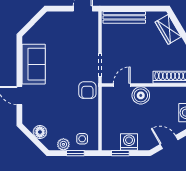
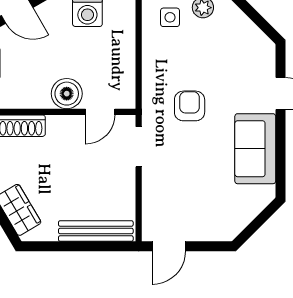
armchair: (87, 90) -> (190, 106), moved
floor lamp: (40, 132) -> (244, 29), removed

